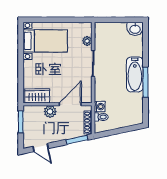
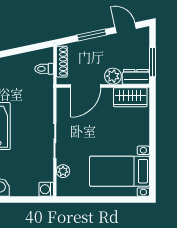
washing machine: (100, 107) -> (46, 189), moved
dresser: (33, 111) -> (136, 77), added
window: (77, 140) -> (92, 35), moved

